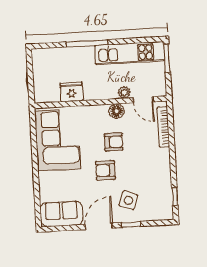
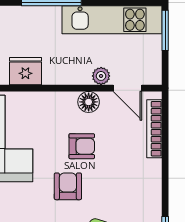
armchair: (106, 170) -> (68, 186), turned 90

